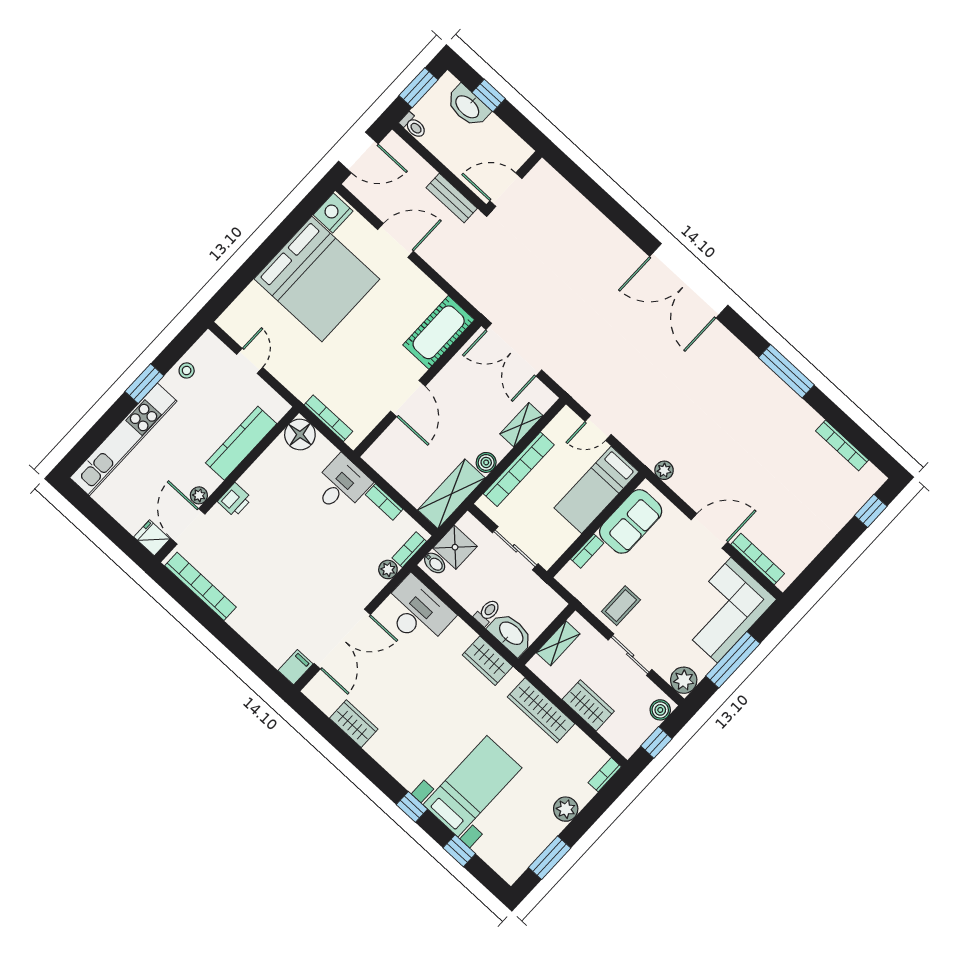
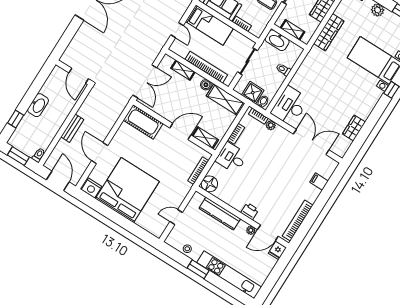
washbasin: (468, 106) -> (38, 105), moved
wall: (514, 181) -> (73, 72), moved
door: (506, 190) -> (79, 76), moved
shelving: (387, 443) -> (205, 138), added
washbasin: (511, 634) -> (277, 40), moved, turned -90
wardrobe: (488, 661) -> (308, 65), removed
filing cabinet: (295, 667) -> (319, 182), moved

